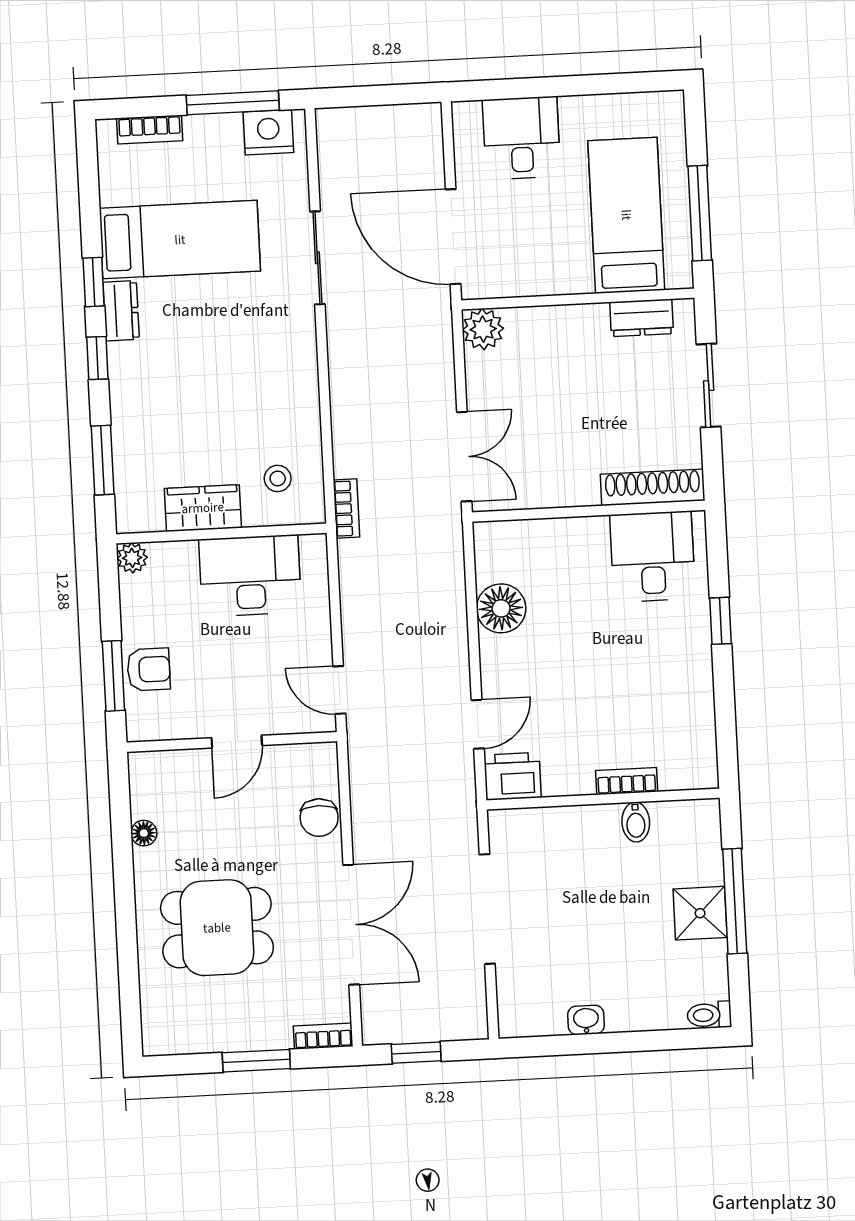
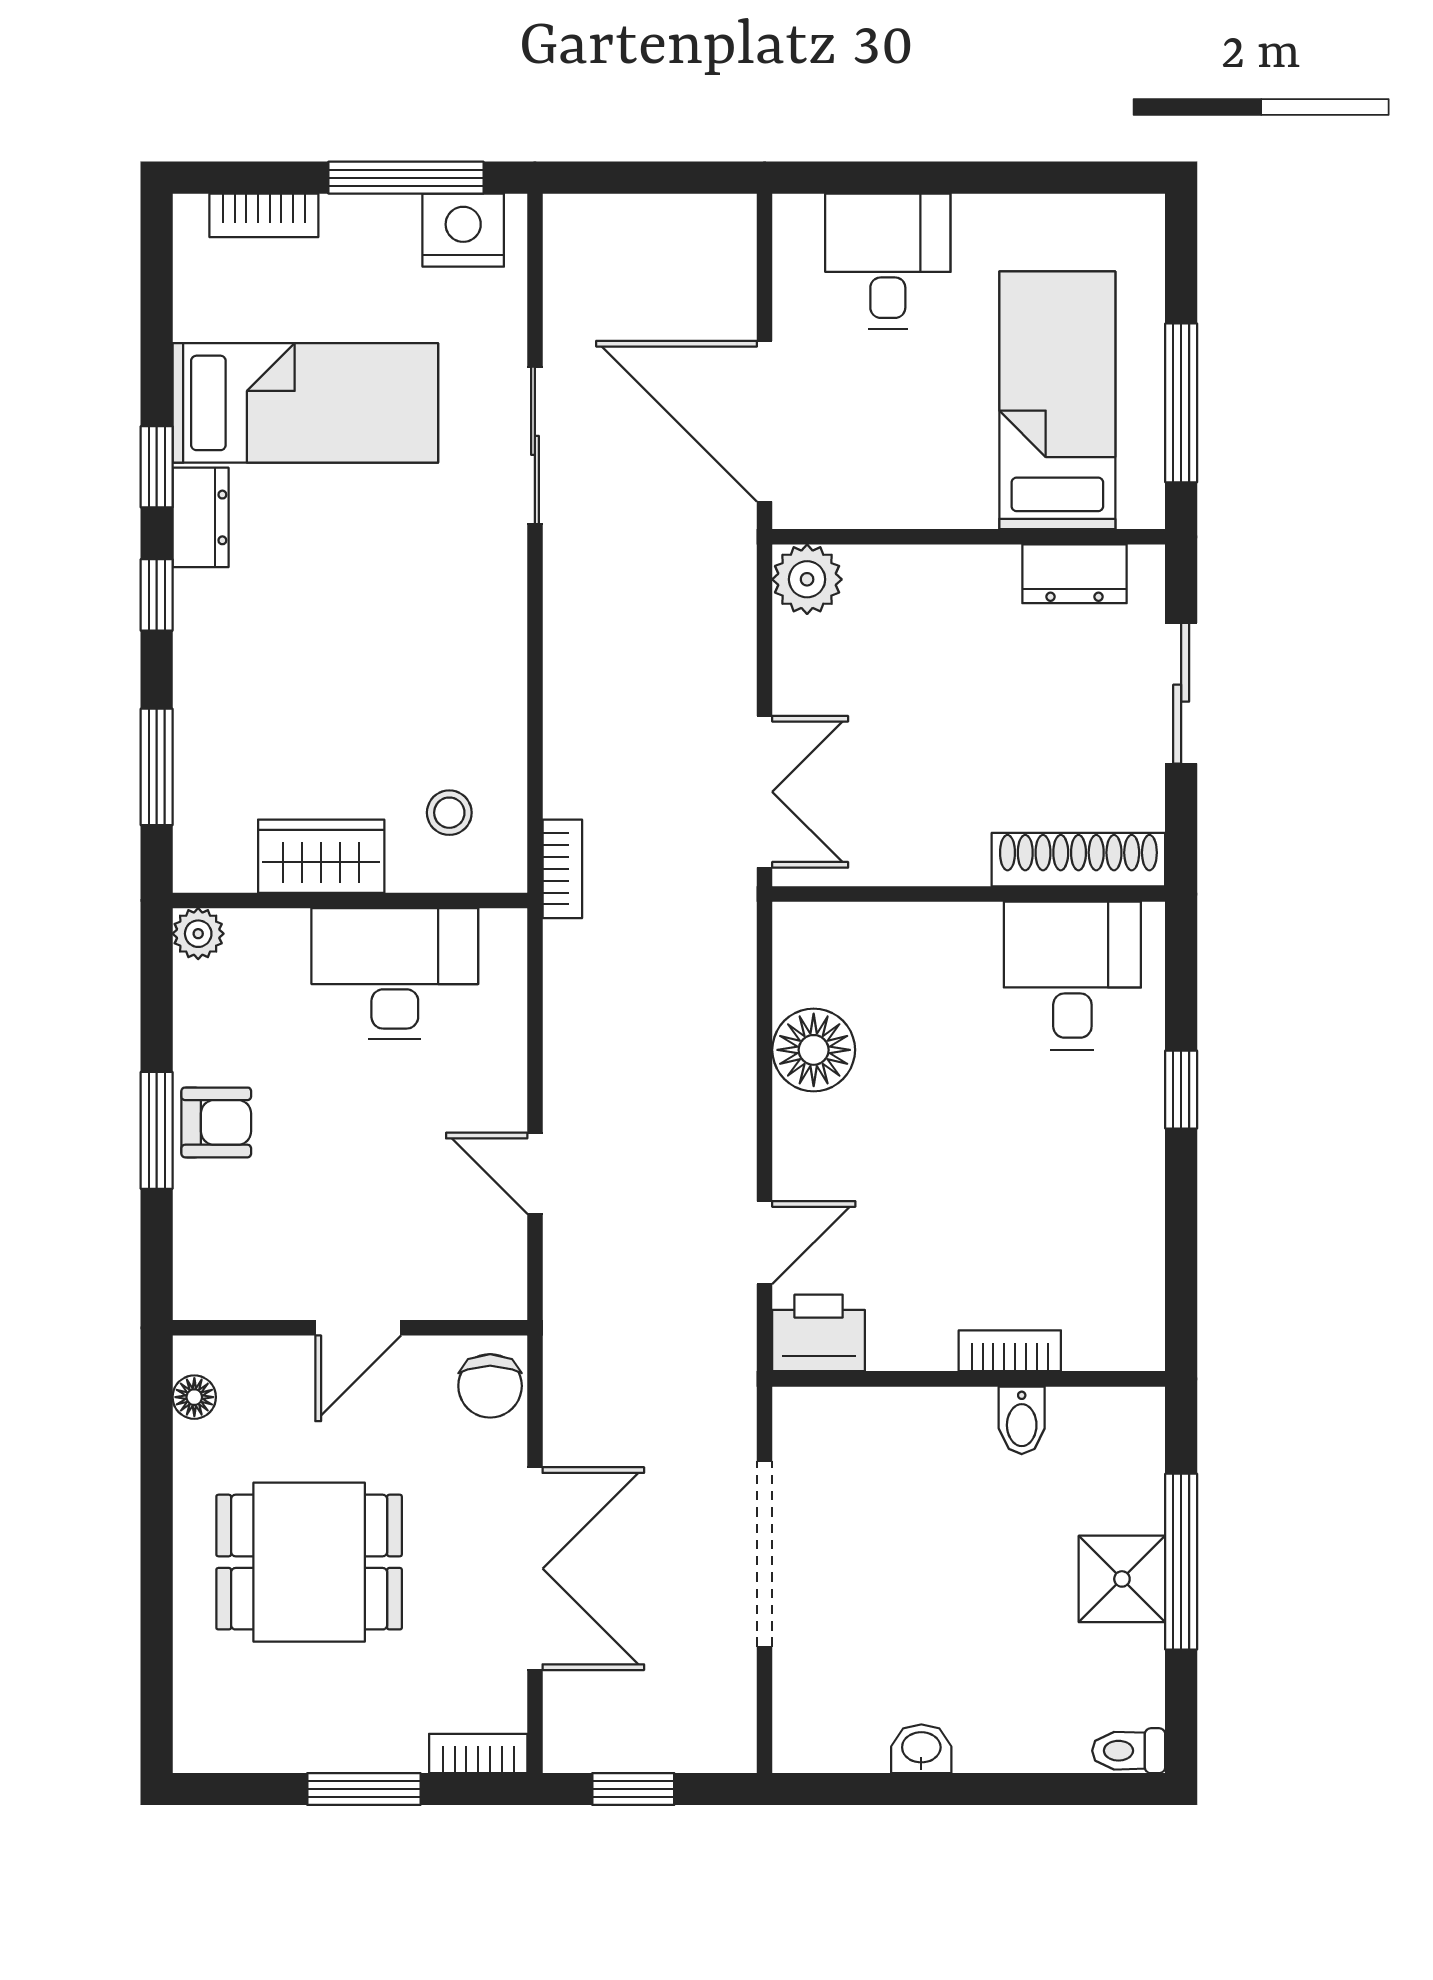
wall: (232, 742) -> (350, 1328), moved
door: (237, 742) -> (358, 1328), moved

